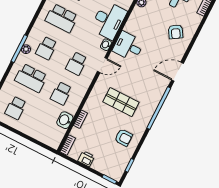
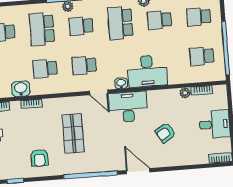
armchair: (176, 32) -> (165, 133), moved
desk: (128, 46) -> (128, 107), width x1.37

